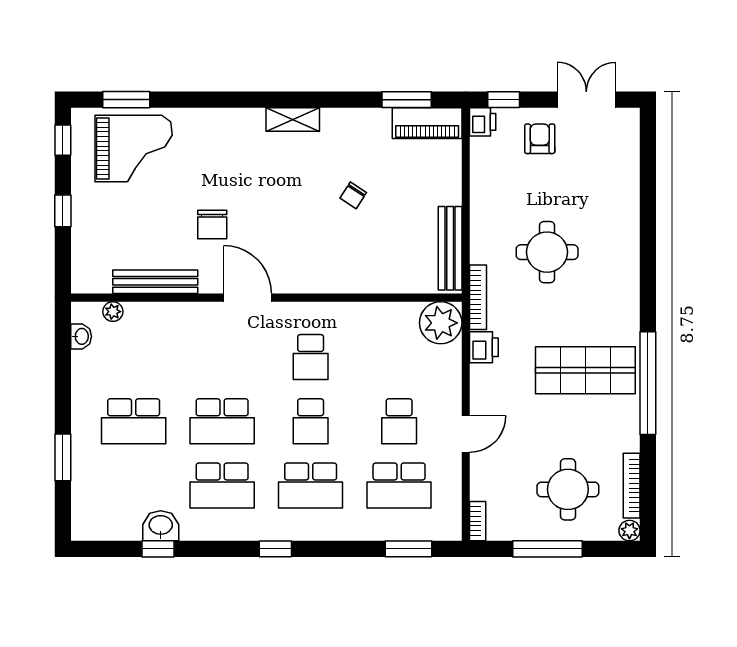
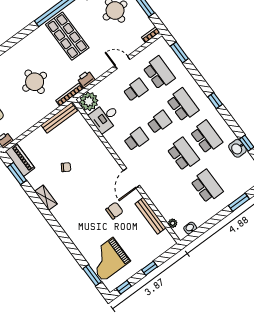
shelving: (293, 120) -> (46, 198), moved
grand piano: (134, 148) -> (108, 259), turned -90
desk: (391, 330) -> (105, 117), added

